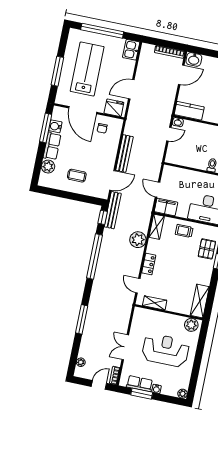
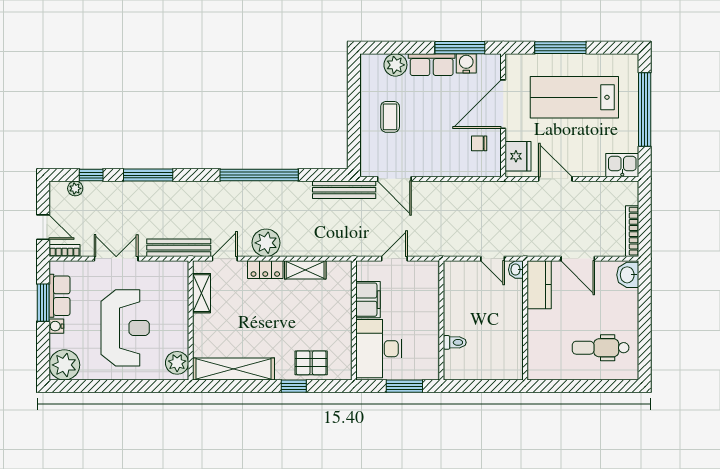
lab bench: (87, 69) -> (574, 97), turned 180
door: (181, 75) -> (578, 259), moved
bench: (124, 153) -> (179, 248), moved
filing cabinet: (166, 207) -> (368, 300), moved
window: (103, 217) -> (91, 175), moved
shelving: (157, 227) -> (305, 270), moved
trolley: (184, 231) -> (334, 318), removed
plant: (138, 240) -> (266, 243), moved
shelving: (200, 301) -> (233, 369), width x1.47
plant: (183, 394) -> (64, 365), width x1.87, depth x1.87

